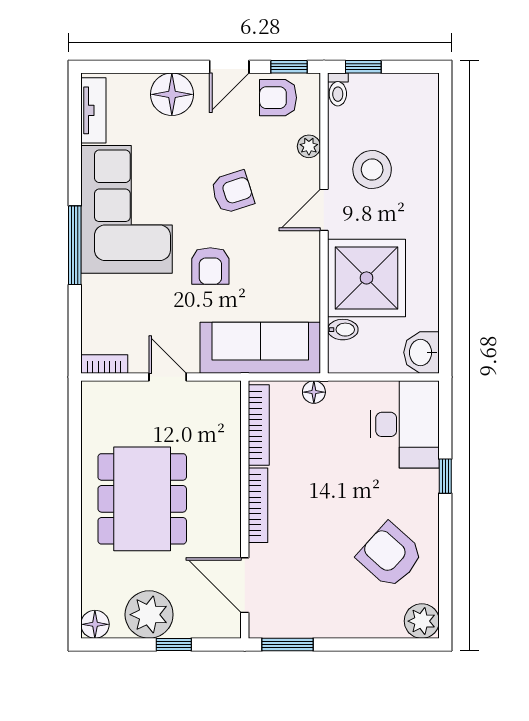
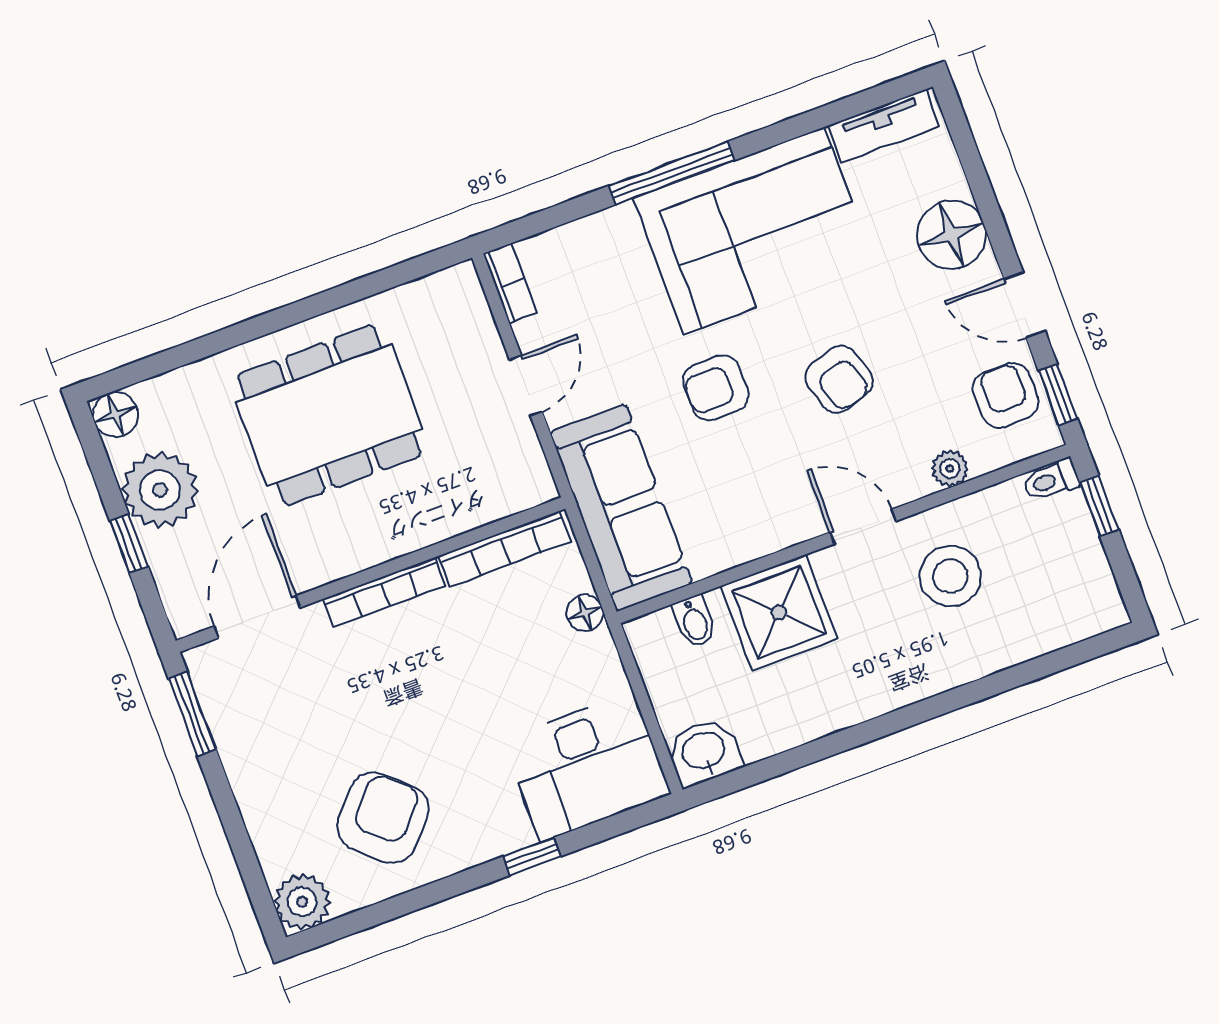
shower: (367, 278) -> (779, 612), width x0.73, depth x0.73

